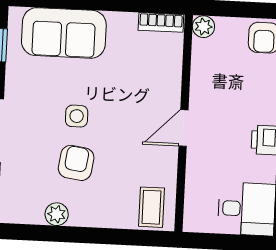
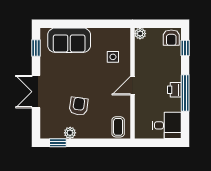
bookcase: (161, 22) -> (118, 32), removed
side table: (77, 116) -> (113, 57), moved
window: (32, 232) -> (58, 143), added

